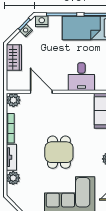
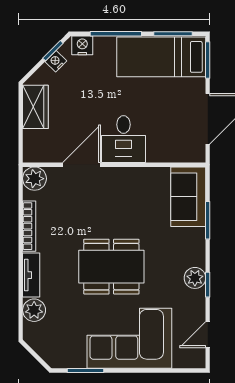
desk: (81, 77) -> (123, 139), moved
door: (41, 92) -> (82, 165), hinge flipped
dining table: (59, 152) -> (111, 267), width x1.38

